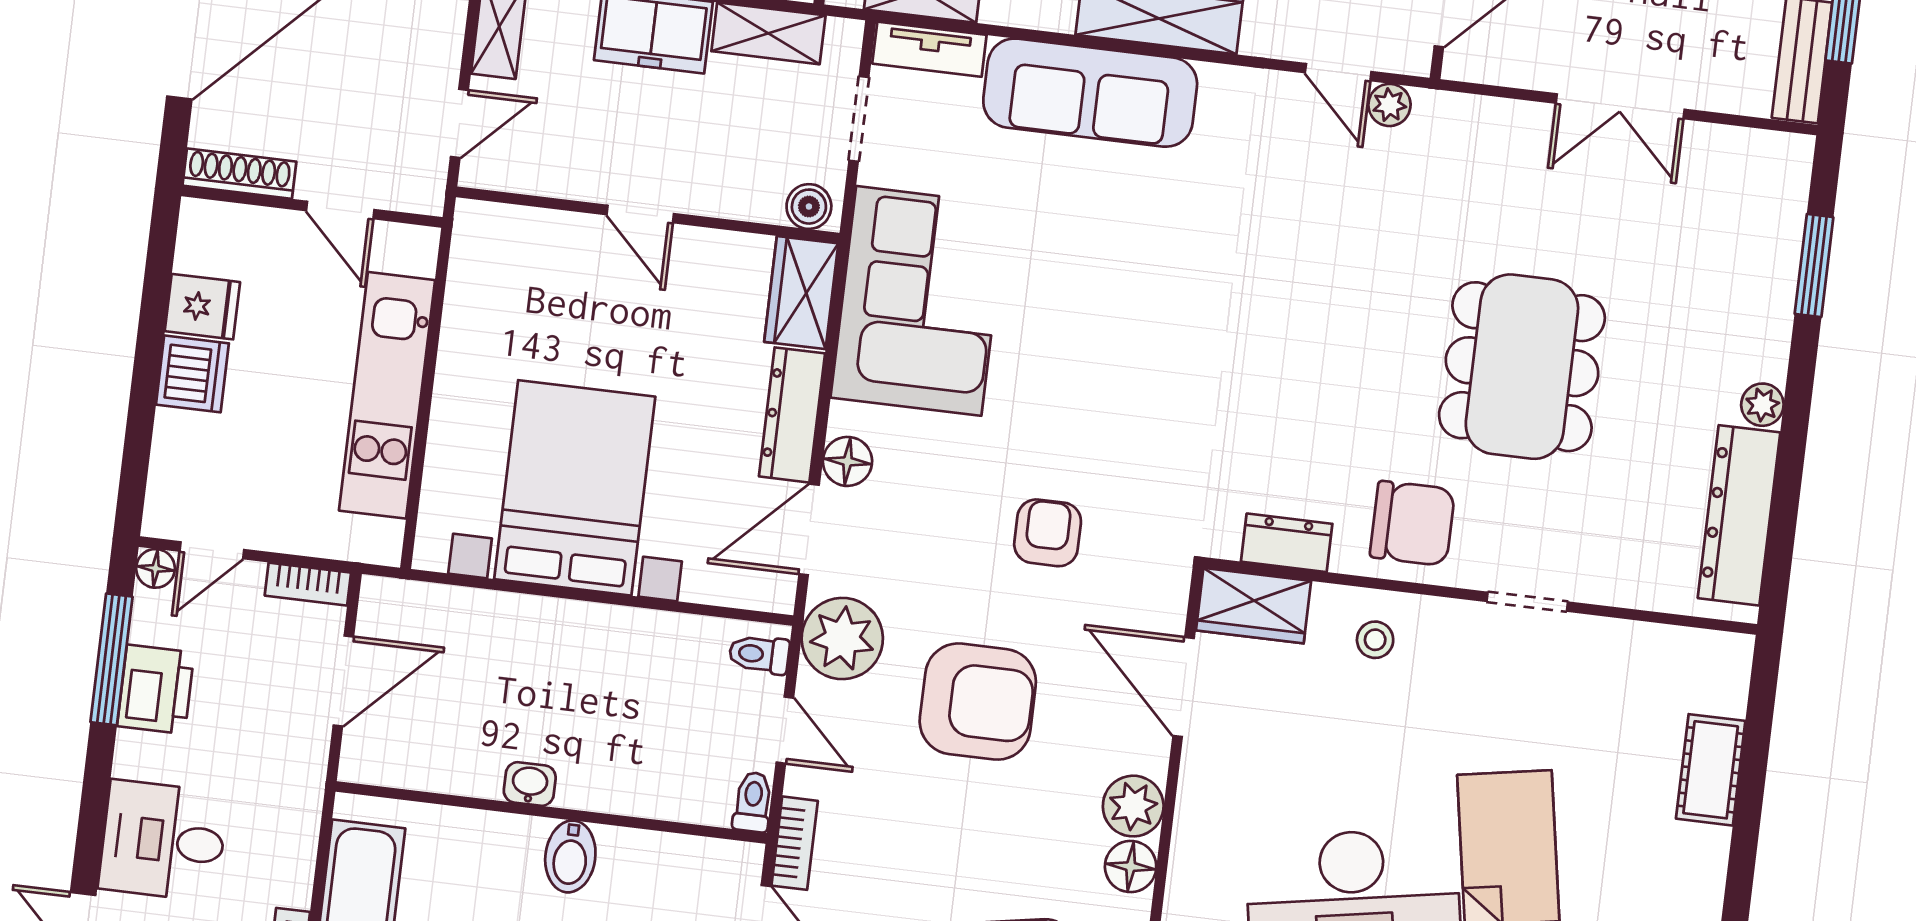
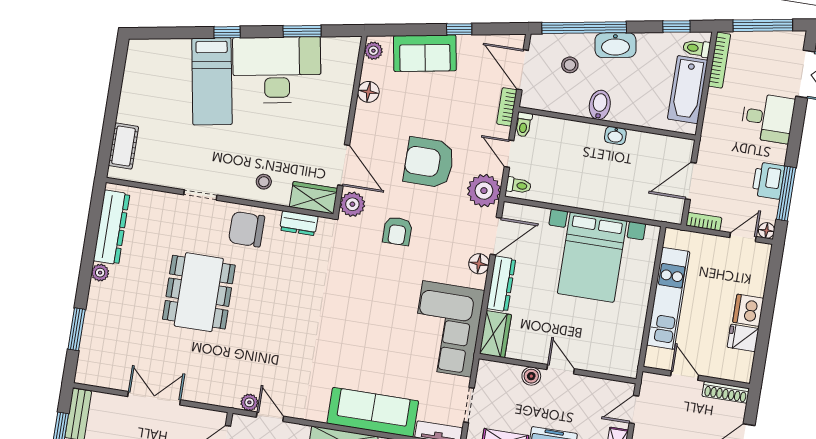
boiler: (809, 207) -> (531, 376), moved
cot: (1711, 770) -> (123, 146), moved
plant: (1133, 806) -> (352, 204), moved

